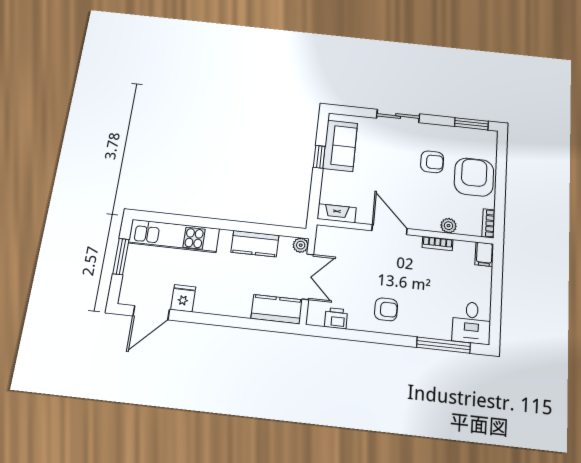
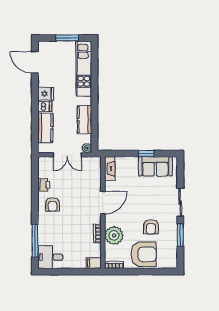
window: (471, 124) -> (180, 235), moved
plant: (449, 226) -> (114, 235), width x1.88, depth x1.88
fridge: (183, 298) -> (46, 94), moved
dishwasher: (225, 305) -> (45, 107), added
kitchen counter: (277, 309) -> (45, 128), moved
printer: (336, 318) -> (44, 185), moved

